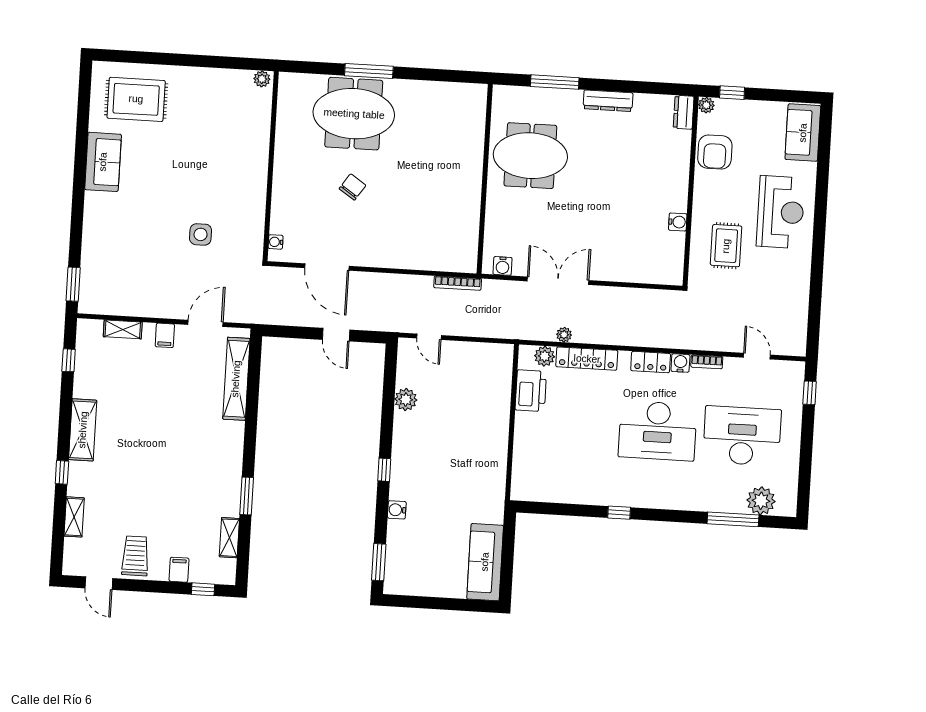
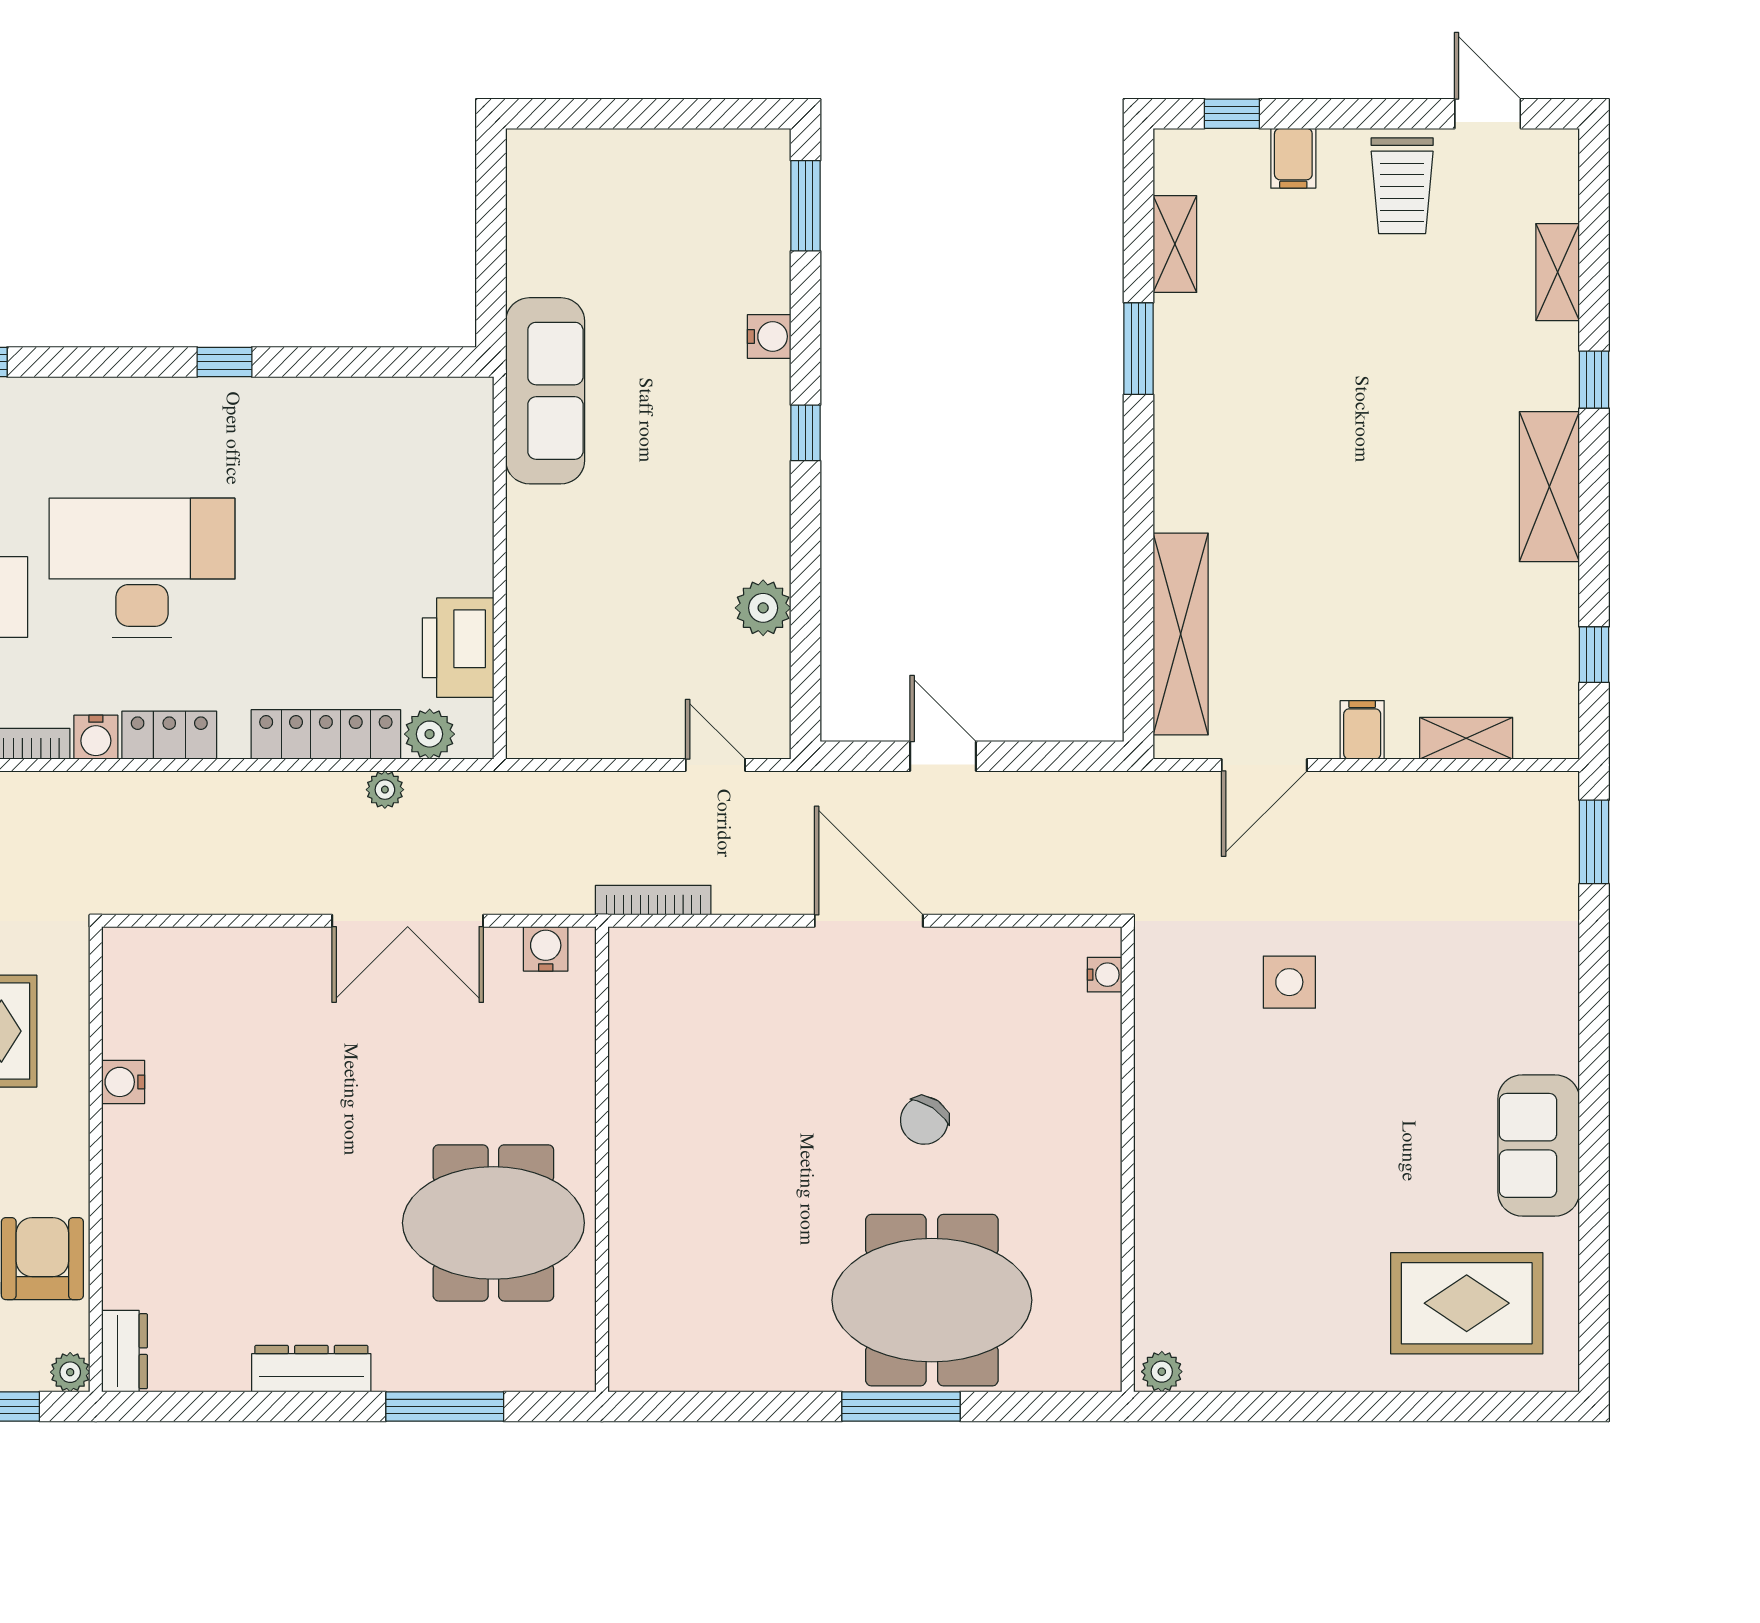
door: (327, 267) -> (869, 921), moved
sofa: (485, 562) -> (545, 391), moved

